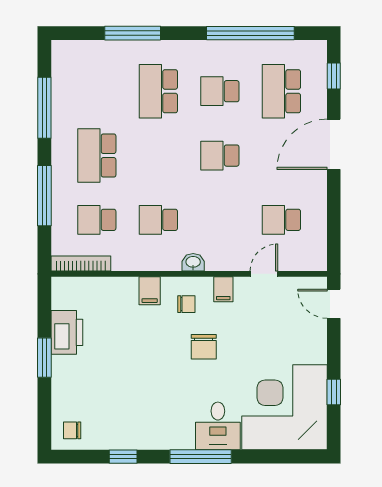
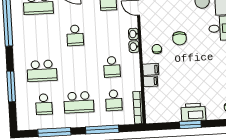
school desk: (220, 91) -> (44, 104), moved
washbasin: (216, 263) -> (133, 34), added
filing cabinet: (223, 289) -> (151, 81), moved
printer: (67, 332) -> (193, 112), moved
chair: (204, 347) -> (180, 38), turned 90

